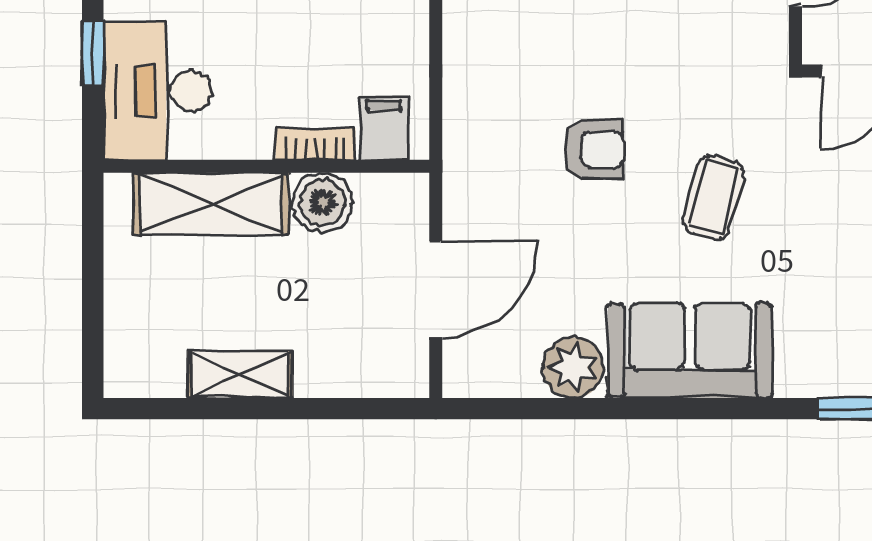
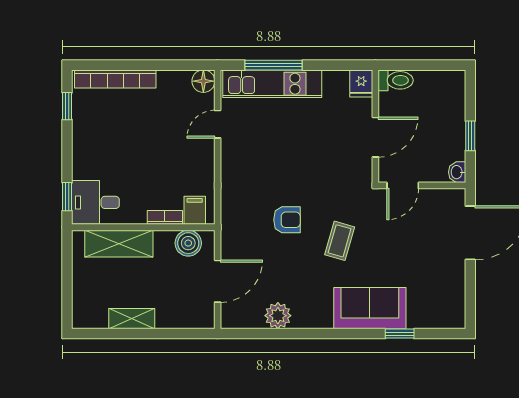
window: (93, 54) -> (67, 197), moved
desk: (158, 91) -> (95, 202), width x0.73
boiler: (322, 202) -> (188, 243), moved
sofa: (690, 351) -> (370, 308), moved

